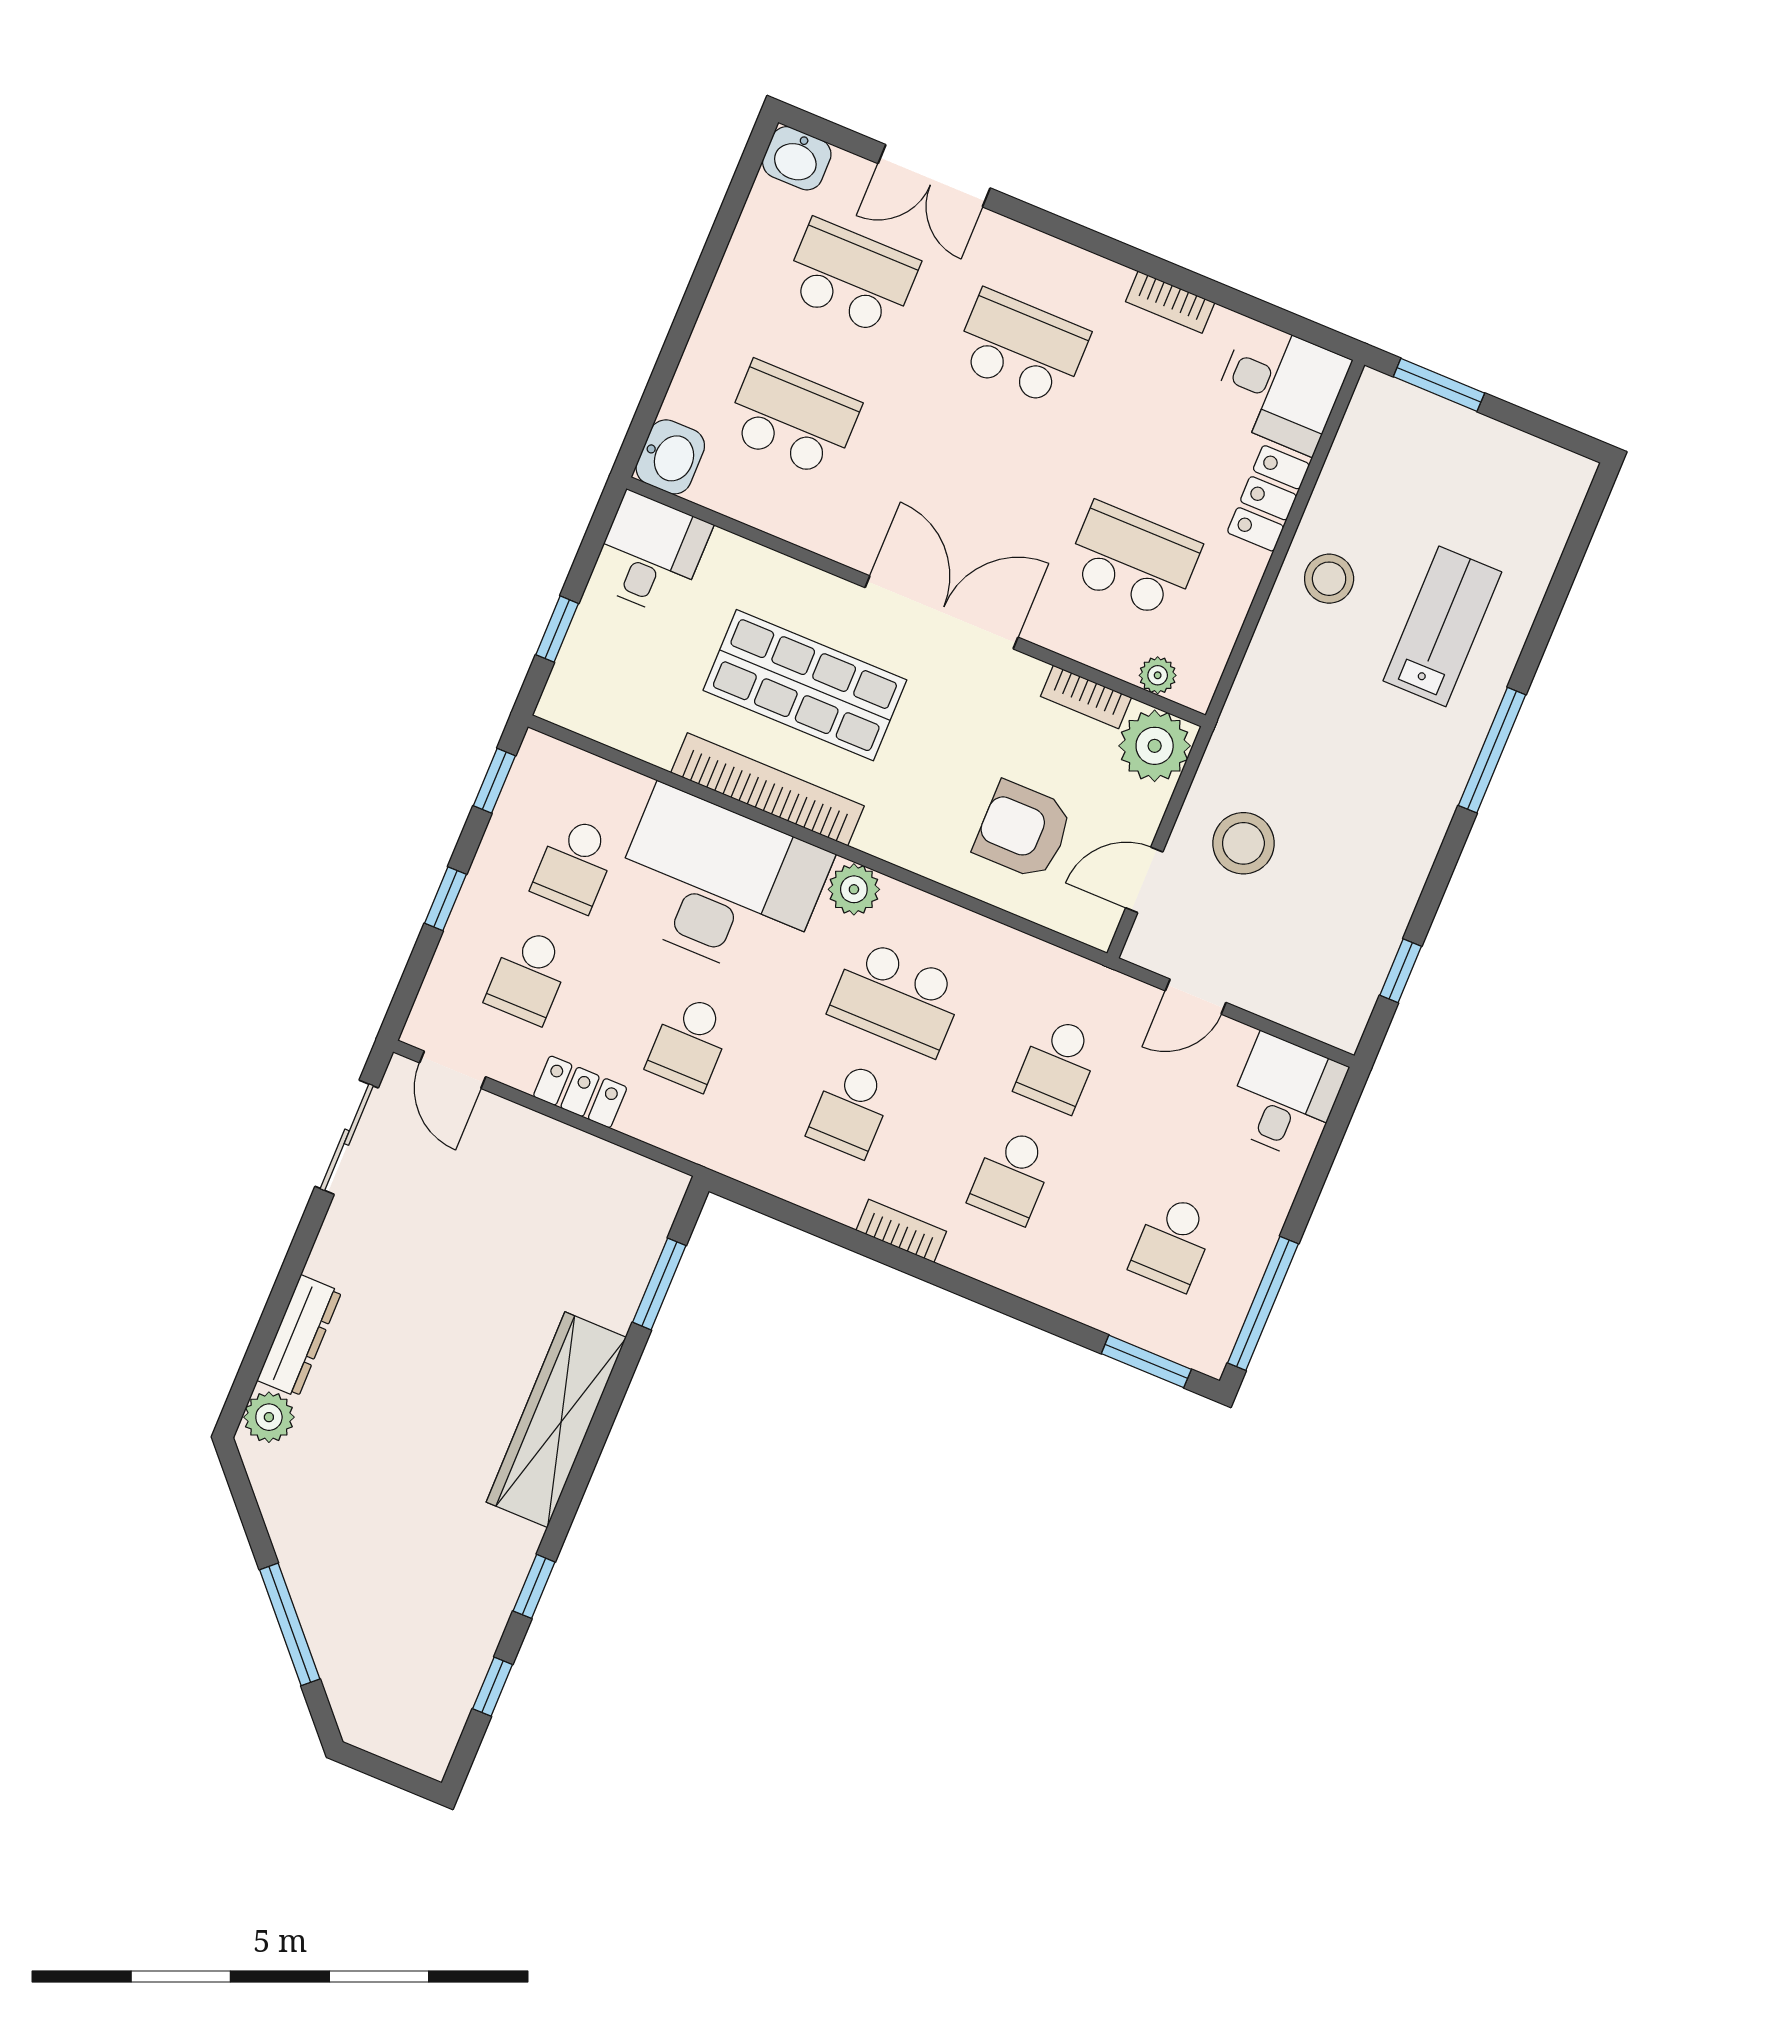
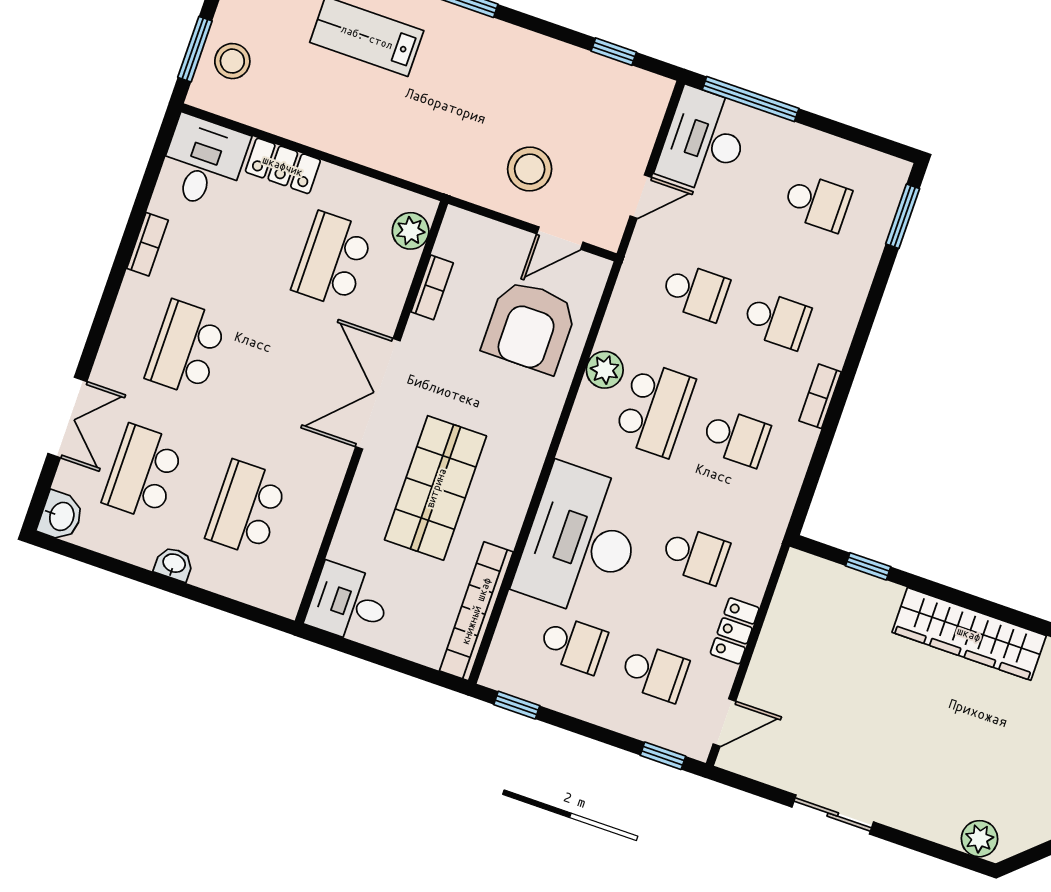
washbasin: (670, 457) -> (174, 564), moved, width x0.72, depth x0.69
stool: (1329, 579) -> (232, 61), moved
window: (557, 629) -> (406, 667), removed
plant: (1158, 675) -> (411, 231), width x1.38, depth x1.38
plant: (1155, 746) -> (464, 236), removed
bookcase: (768, 789) -> (476, 611), moved
armchair: (1023, 830) -> (530, 326), width x1.36, depth x1.36
door: (1144, 880) -> (560, 238), hinge flipped
plant: (854, 889) -> (605, 370), moved
window: (445, 899) -> (663, 756), moved
door: (1196, 997) -> (641, 197), hinge flipped
desk: (1285, 1097) -> (704, 141), width x1.37
sliding door: (347, 1137) -> (833, 815), moved
window: (659, 1284) -> (868, 566), width x0.67
window: (1263, 1303) -> (751, 99), moved
dresser: (299, 1336) -> (920, 820), removed

